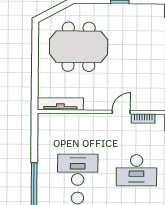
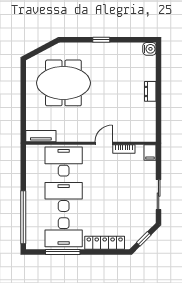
tv unit: (60, 104) -> (41, 136), width x0.71
desk: (137, 170) -> (64, 162), moved, turned 180

